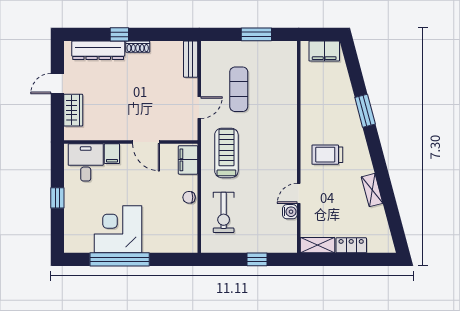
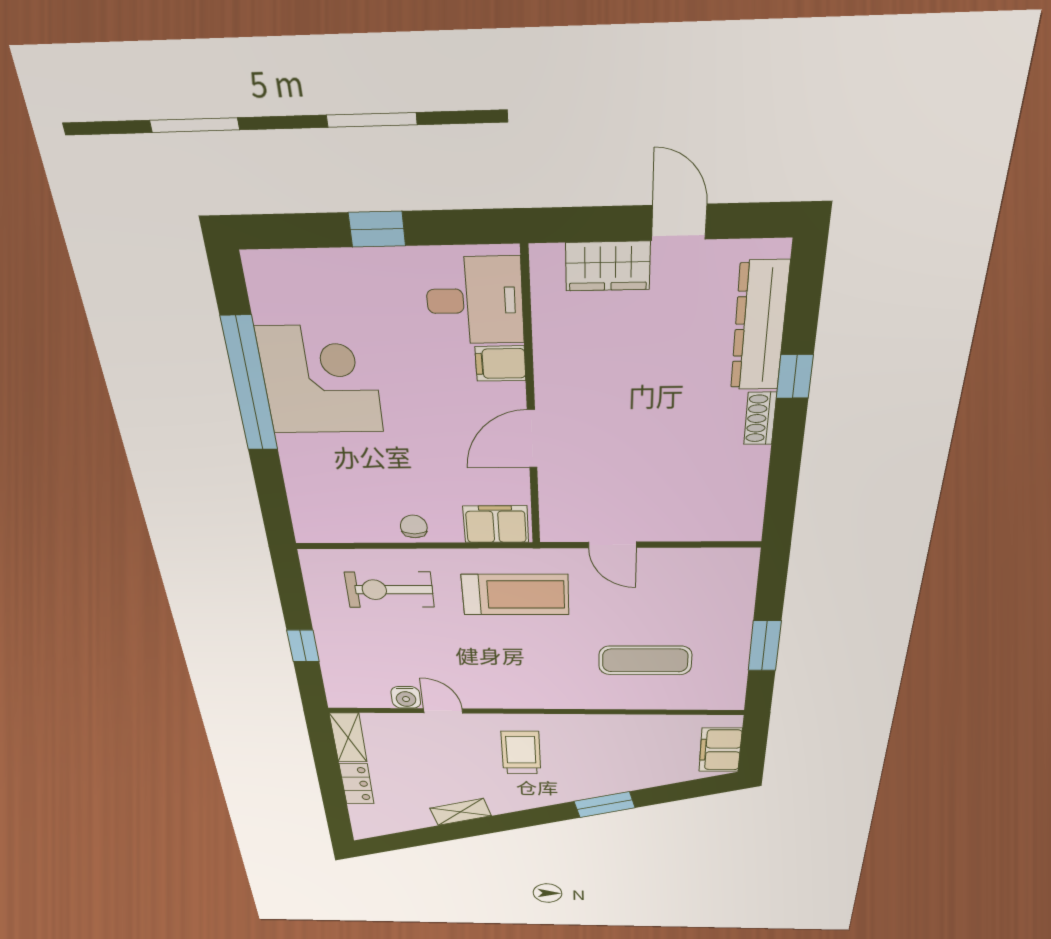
bench: (191, 59) -> (722, 528), removed
exercise mat: (239, 89) -> (645, 660), moved

